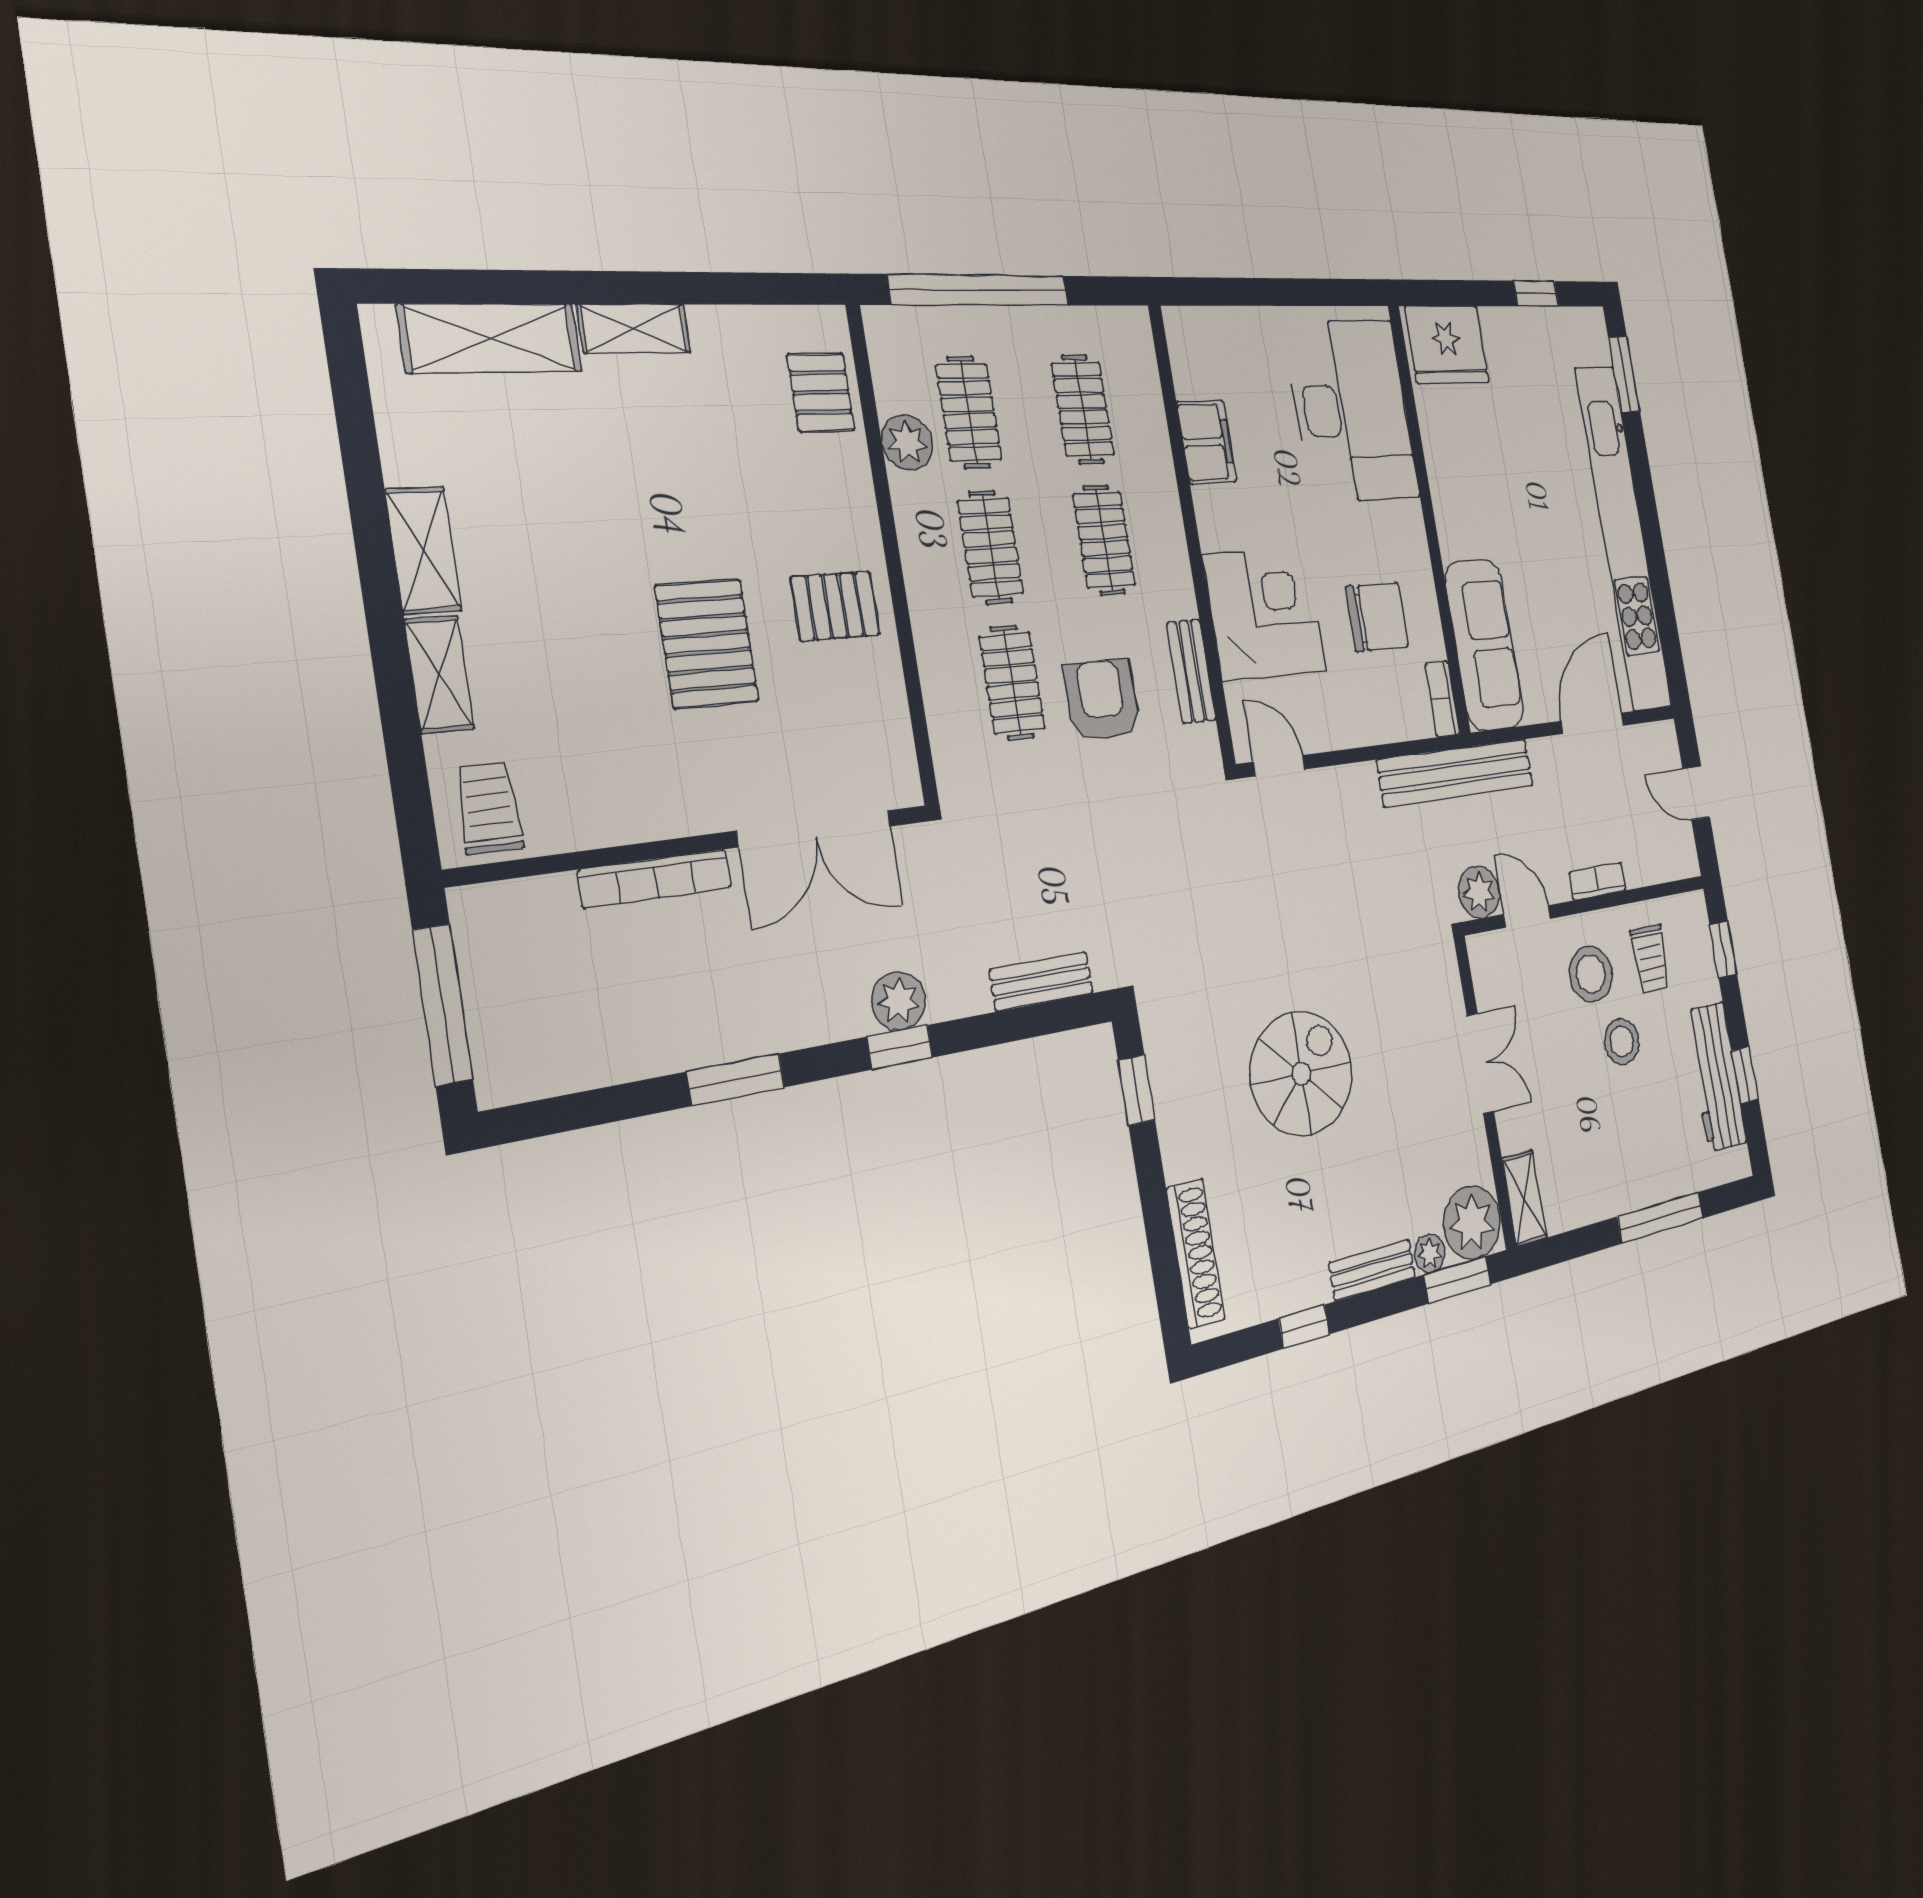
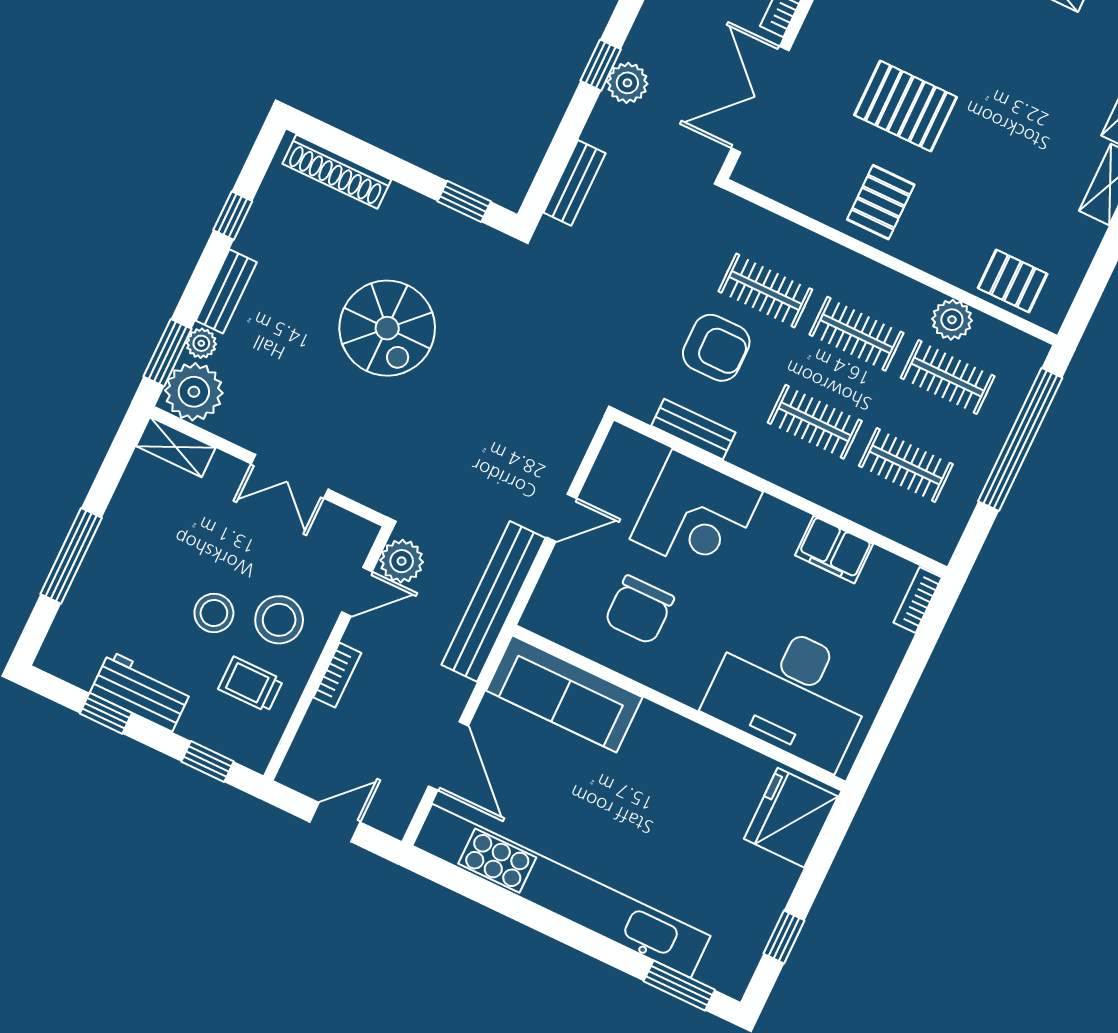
bookcase: (1442, 699) -> (918, 600), moved, turned -90
door: (1279, 766) -> (562, 518), moved
workbench: (1716, 1077) -> (141, 691), width x0.73

